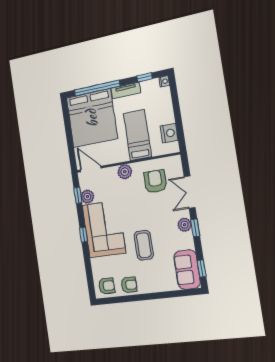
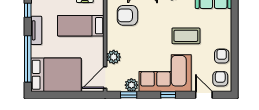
bed: (92, 118) -> (56, 75), width x0.73
plant: (125, 172) -> (114, 57), moved
door: (89, 271) -> (204, 95), added

